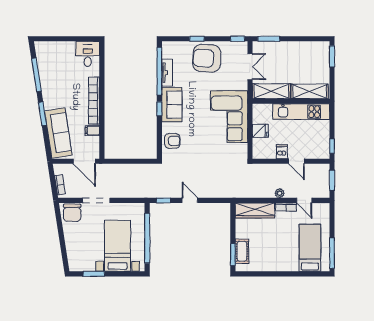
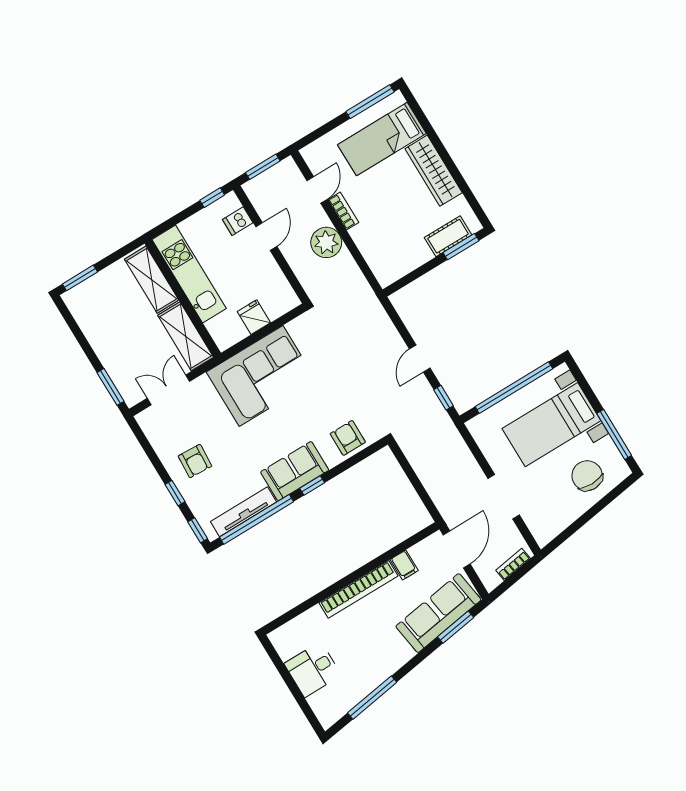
window: (238, 39) -> (198, 530), moved
desk: (88, 54) -> (313, 669), moved
armchair: (207, 58) -> (195, 461), width x0.53, depth x0.53
tv unit: (167, 73) -> (244, 512), width x1.41
window: (42, 114) -> (456, 627), moved
dishwasher: (282, 152) -> (238, 221), moved
plant: (280, 193) -> (326, 242), width x1.88, depth x1.88
wardrobe: (255, 210) -> (434, 171), moved, turned 180
chair: (72, 213) -> (587, 476), moved, turned -90
window: (94, 274) -> (614, 434), width x1.44

